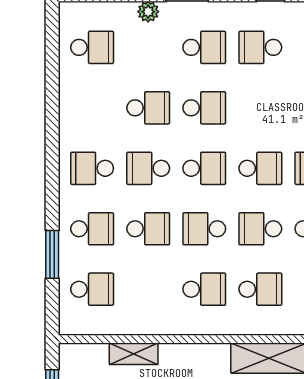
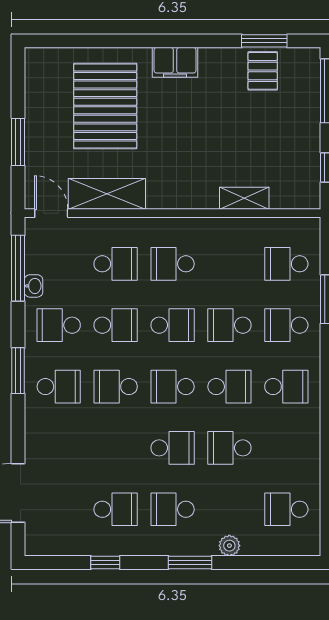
school desk: (204, 108) -> (173, 448), turned 180
school desk: (260, 289) -> (116, 264), turned 180

